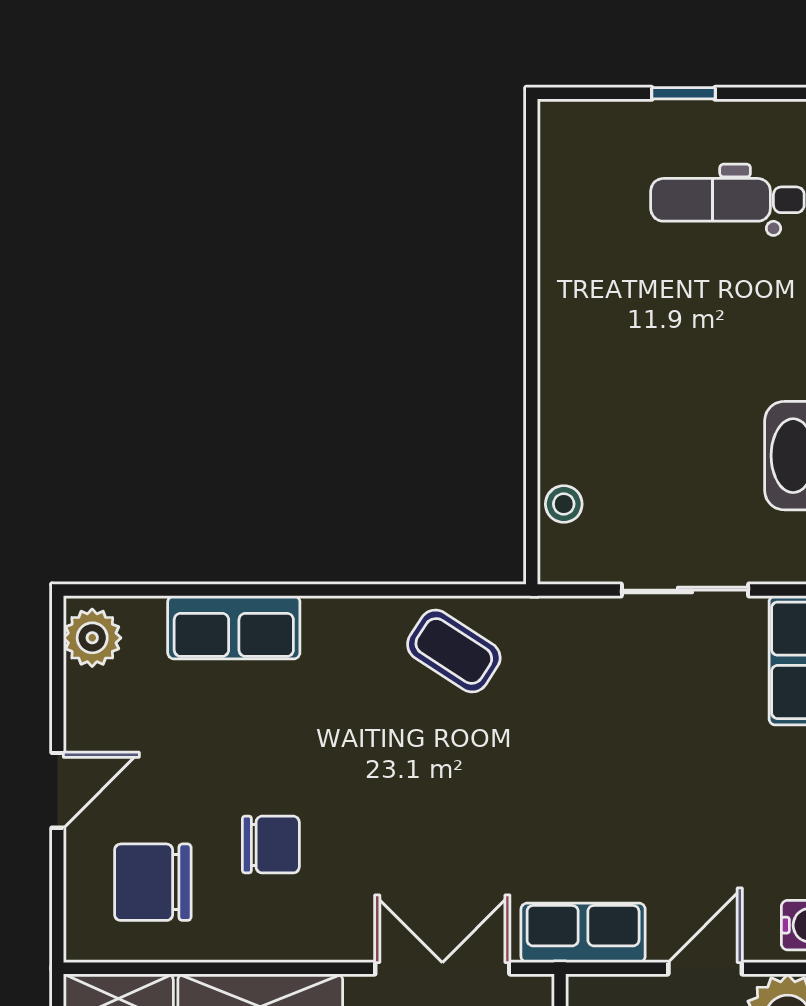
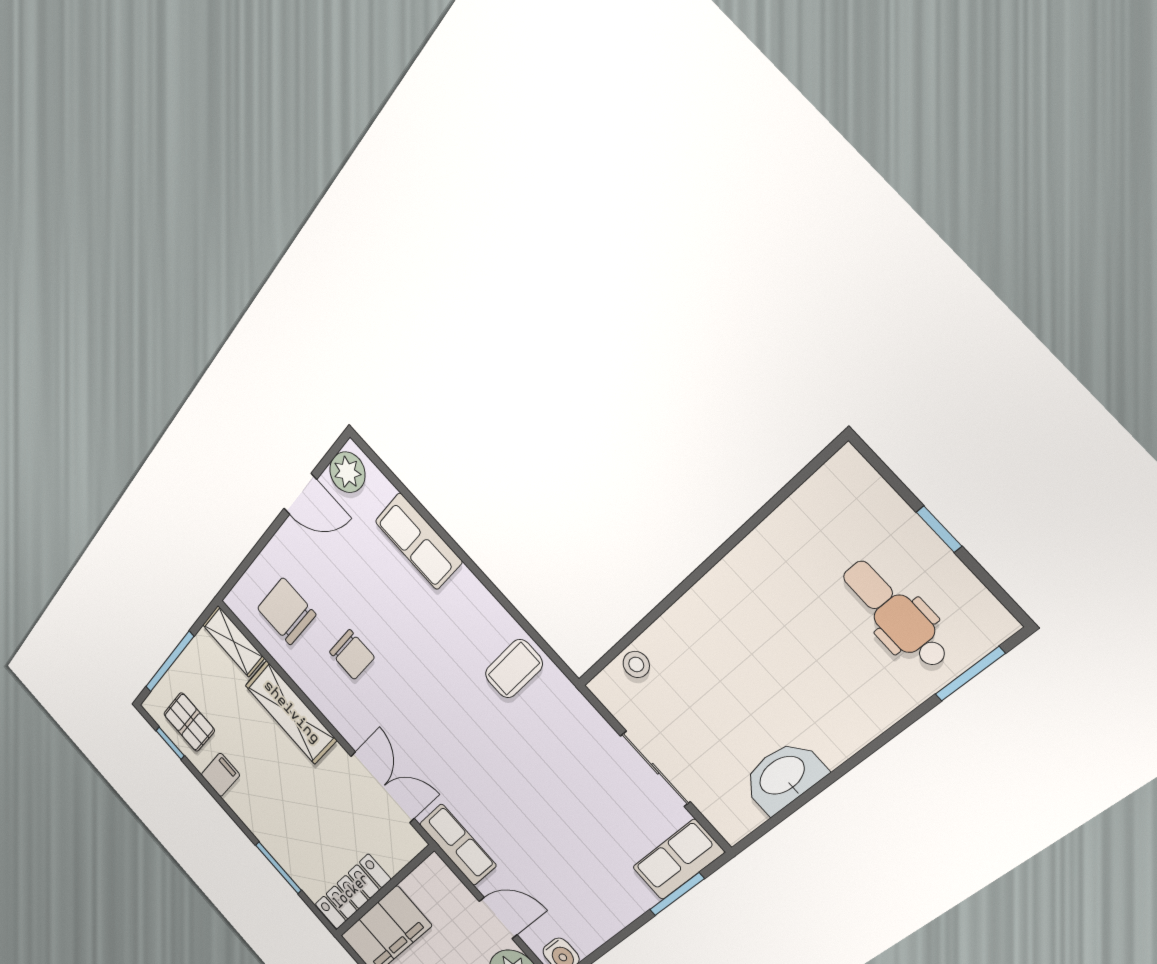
coffee table: (454, 651) -> (514, 669), turned 57
door: (58, 790) -> (300, 494), moved

